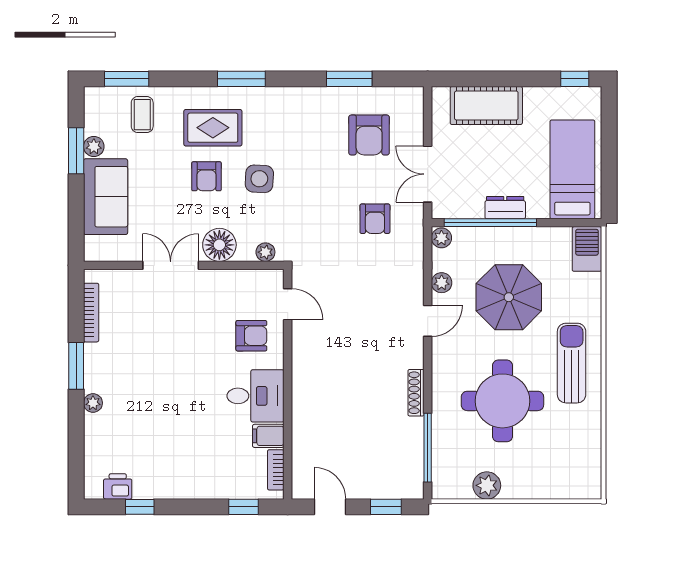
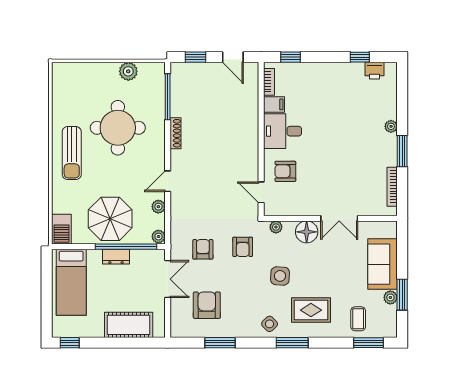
side table: (275, 107) -> (270, 324), added
armchair: (206, 176) -> (243, 247), moved, turned 180
parasol: (509, 297) -> (110, 219), moved

